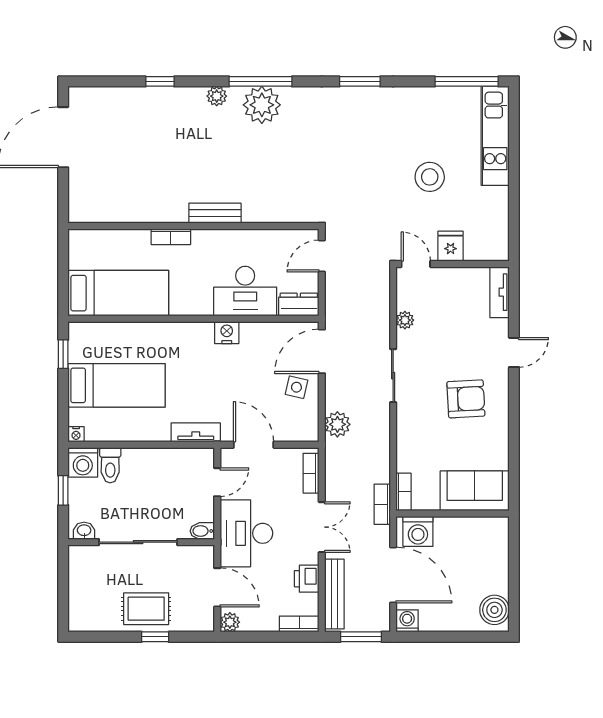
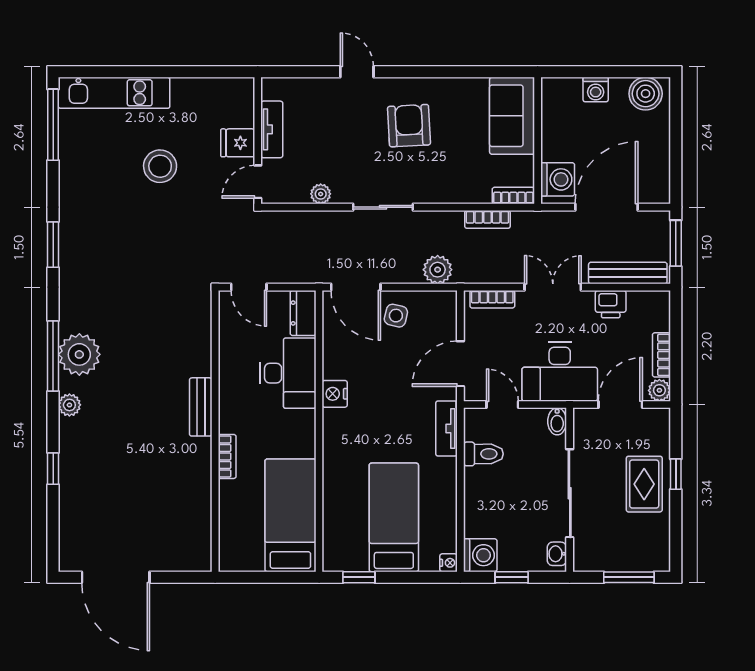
tv unit: (499, 292) -> (272, 129), moved, turned -90
toilet: (110, 465) -> (483, 454), moved
bookcase: (382, 504) -> (487, 219), moved
window: (63, 595) -> (629, 577), added
washing machine: (407, 621) -> (596, 90), moved, turned -90
bookcase: (299, 624) -> (661, 355), moved

